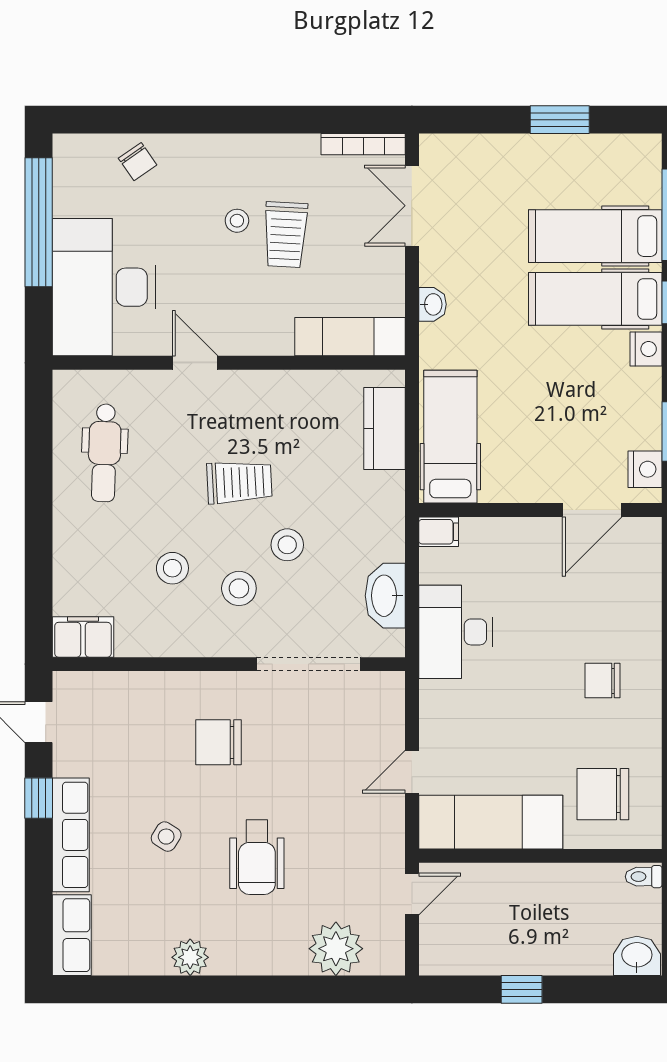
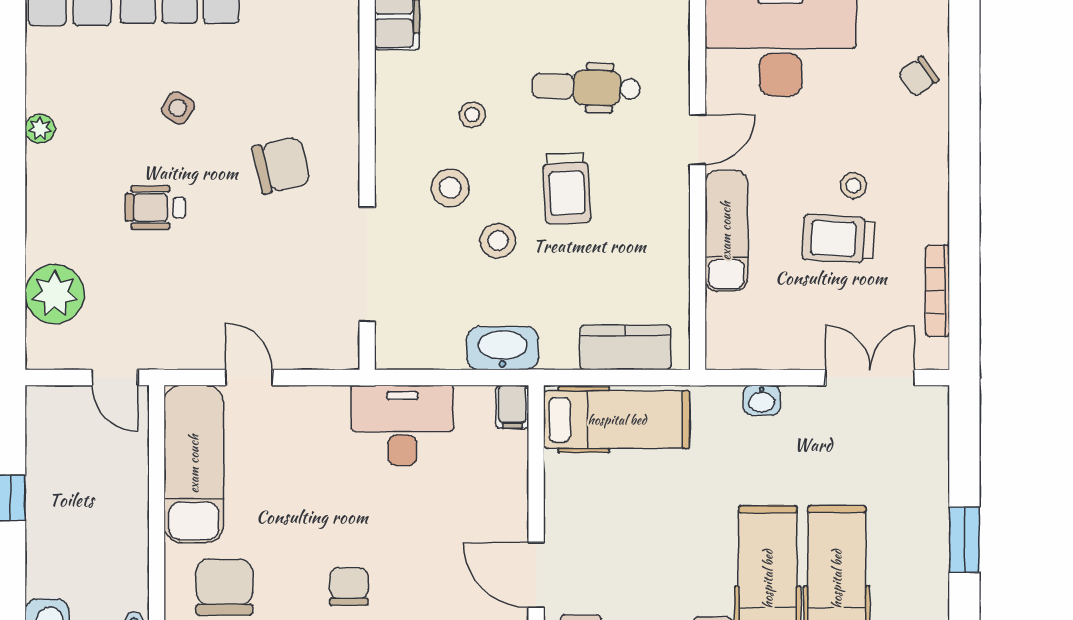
bookcase: (363, 144) -> (938, 291), moved
exam couch: (350, 337) -> (726, 231), moved
dental chair: (104, 453) -> (586, 87), moved
stool: (172, 568) -> (472, 115), width x0.73, depth x0.73
washbasin: (385, 596) -> (503, 348), moved
chair: (218, 742) -> (281, 165), turned 77
wheelchair: (257, 857) -> (155, 207), width x0.73, depth x0.73
plant: (190, 957) -> (40, 129), width x0.73, depth x0.73

